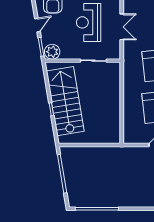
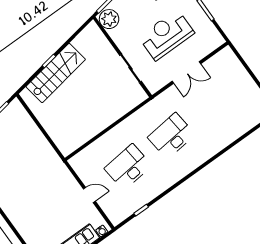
stairs: (65, 101) -> (56, 73), width x0.73, depth x0.66

